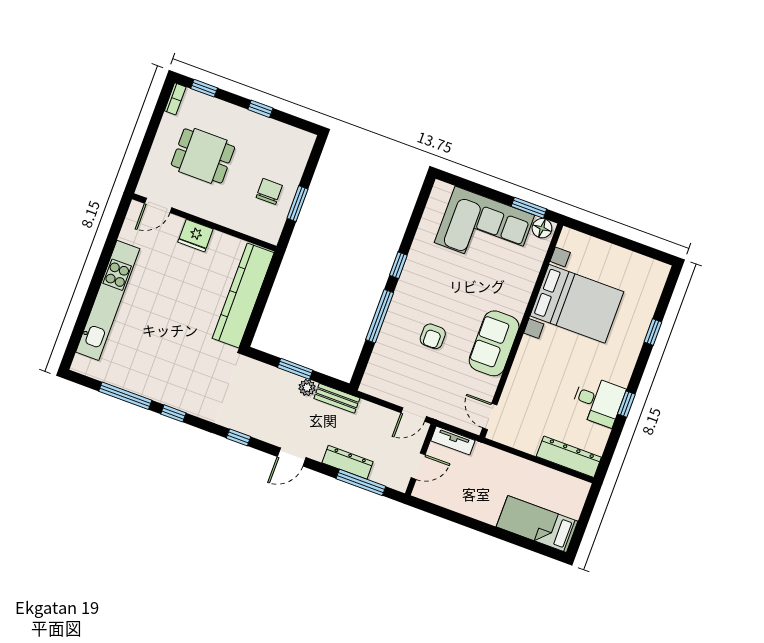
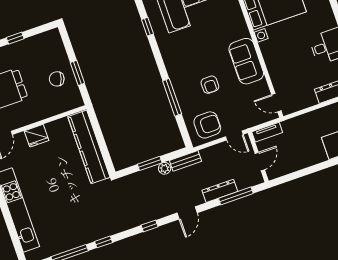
chair: (269, 191) -> (57, 79), turned -72
window: (398, 265) -> (147, 27), moved
armchair: (393, 378) -> (207, 125), added
door: (414, 415) -> (234, 136), hinge flipped

